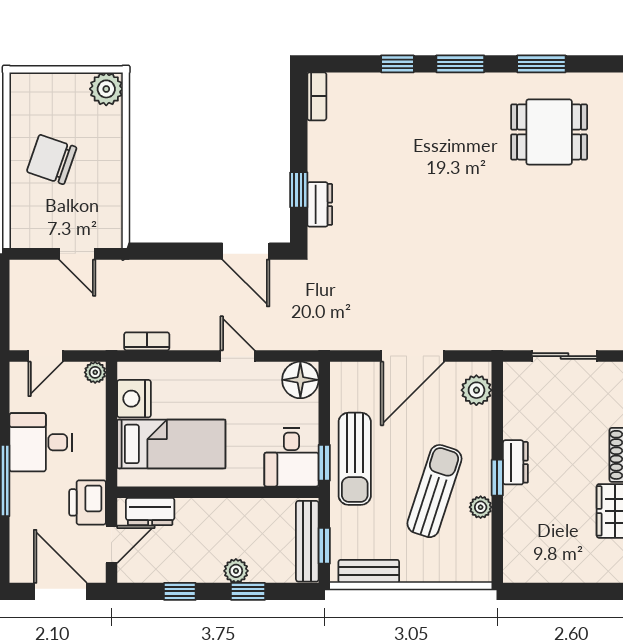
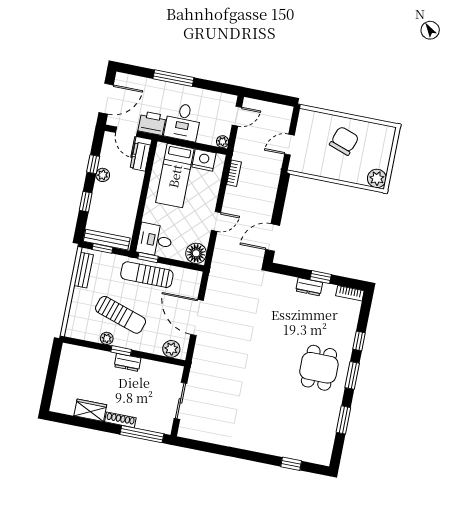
dining table: (549, 132) -> (319, 368), moved
window: (299, 190) -> (321, 277), moved
dresser: (320, 204) -> (309, 287), moved
door: (46, 356) -> (237, 116), swing flipped
desk: (41, 442) -> (183, 122), moved, turned 180
plant: (236, 571) -> (103, 175), moved

